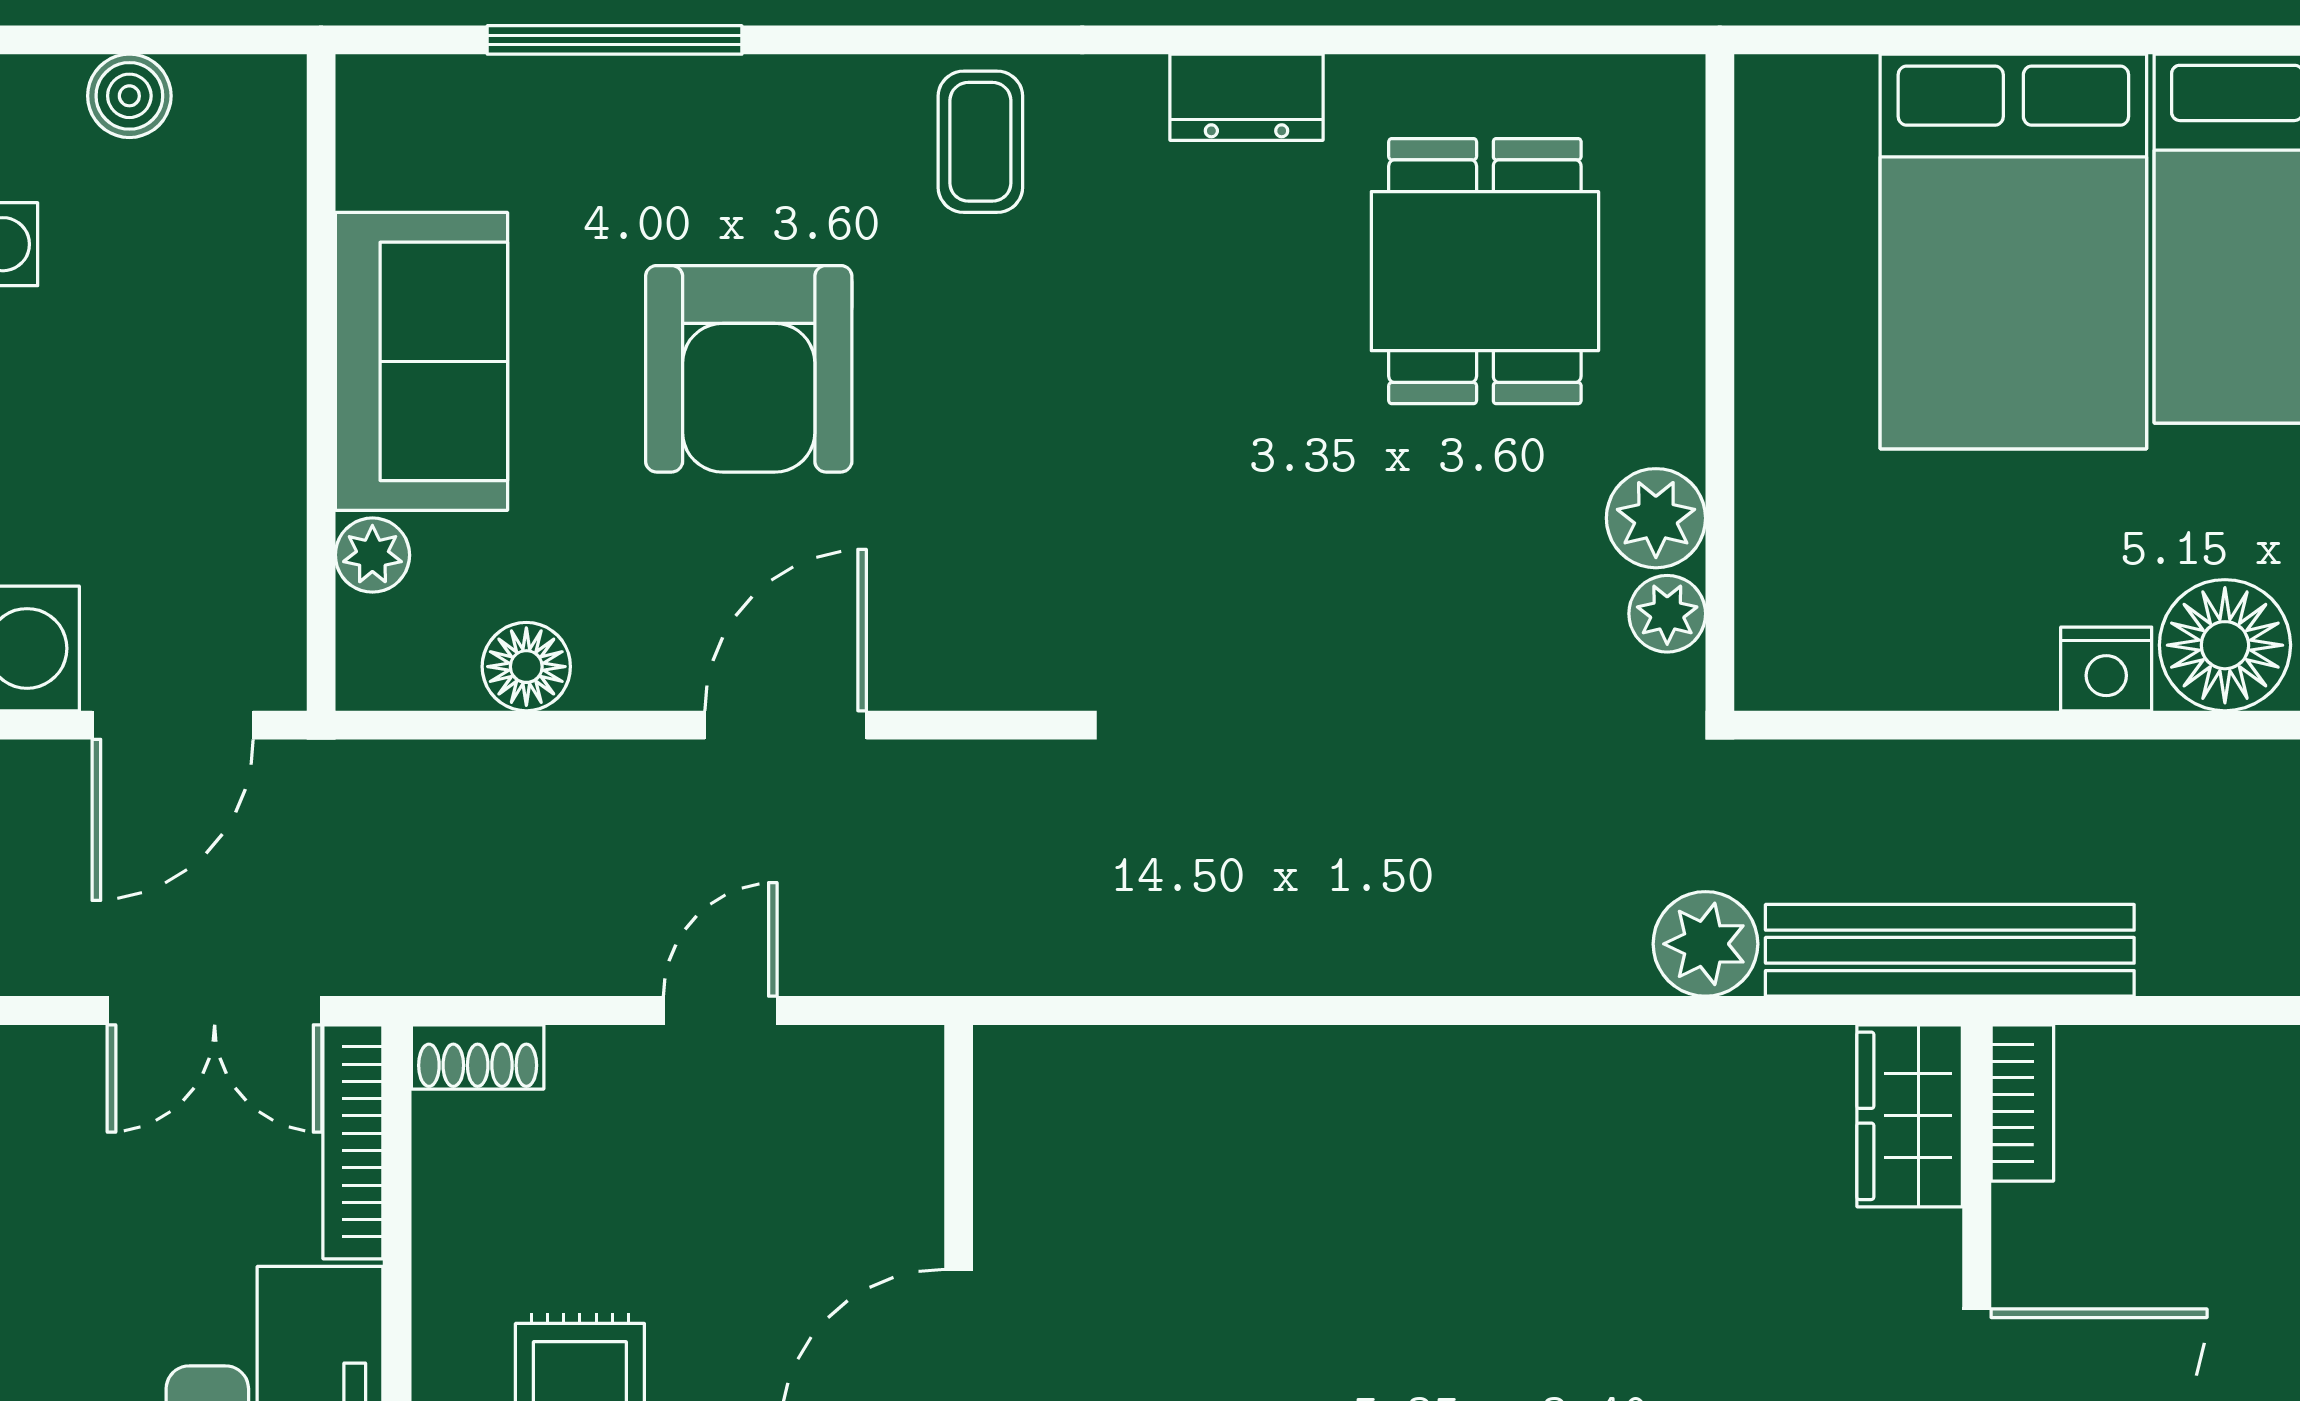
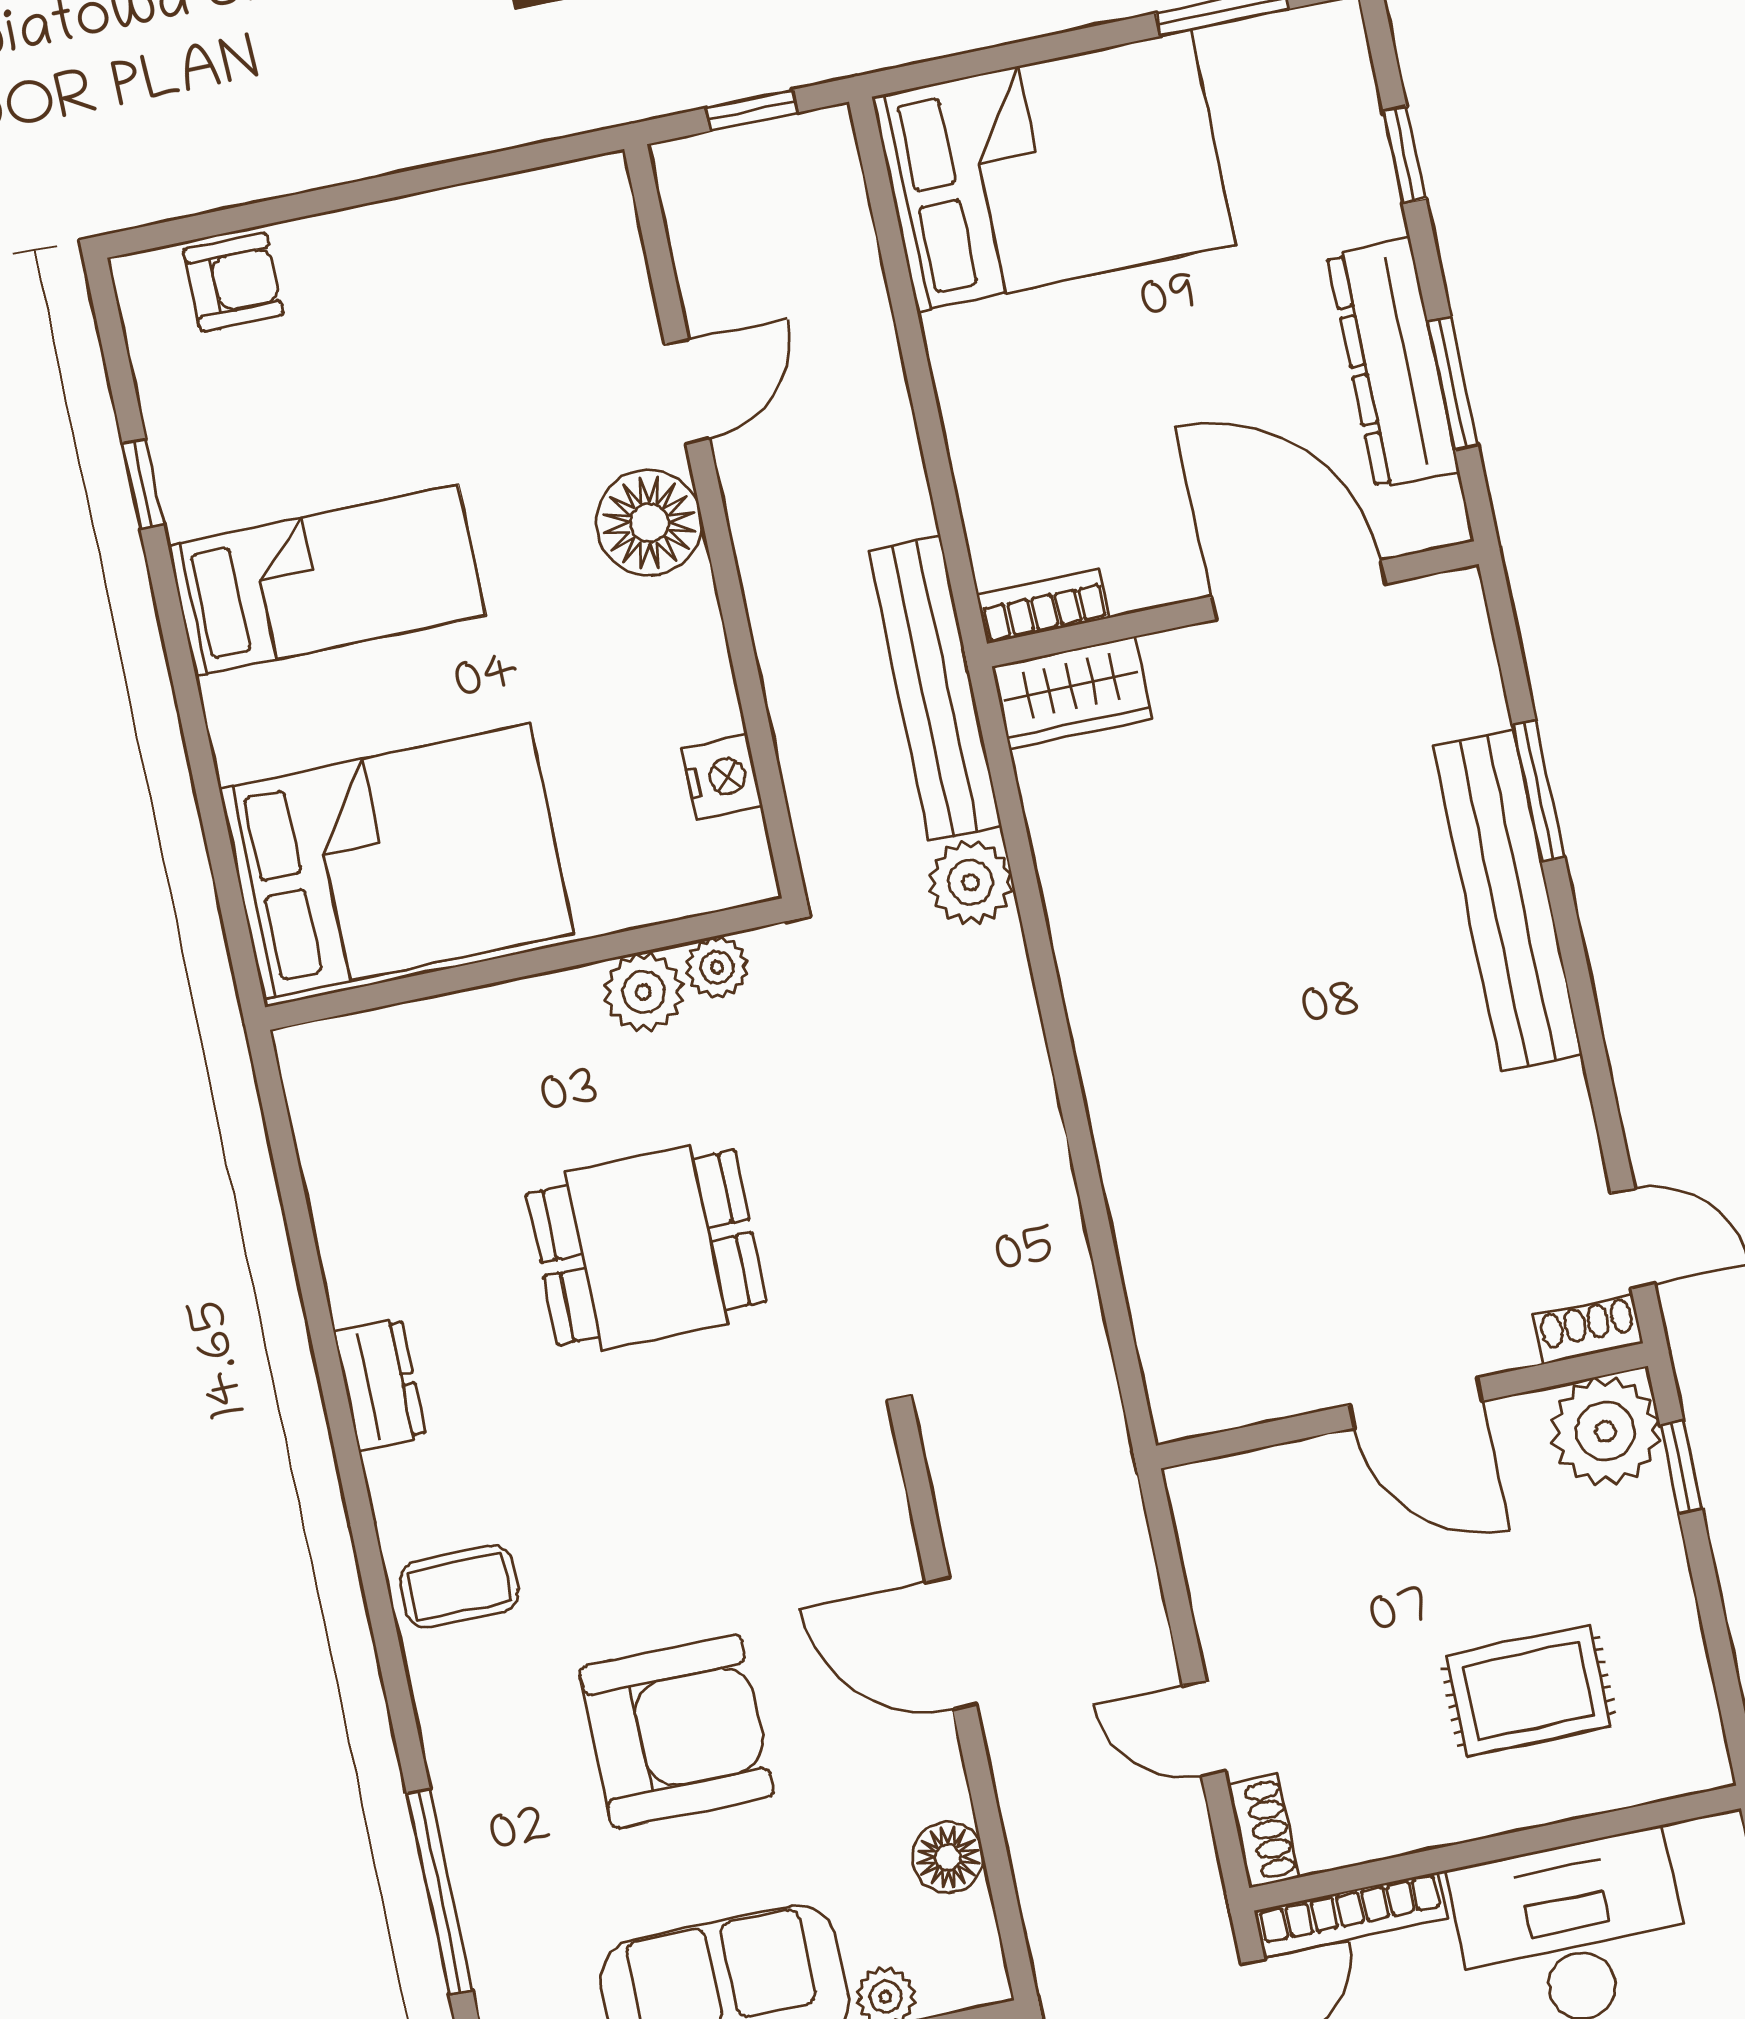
bed: (2013, 251) -> (397, 861), moved
dining table: (1485, 271) -> (646, 1248), moved
nightstand: (2106, 669) -> (722, 777), moved
door: (720, 1010) -> (1204, 1728), moved

